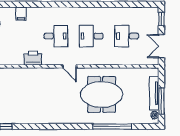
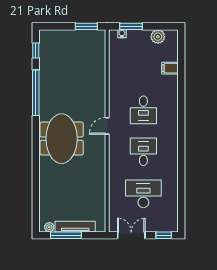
desk: (127, 36) -> (143, 194), width x1.37
printer: (33, 58) -> (117, 83), removed
meeting table: (102, 94) -> (62, 139), moved
window: (112, 126) -> (36, 93), moved

